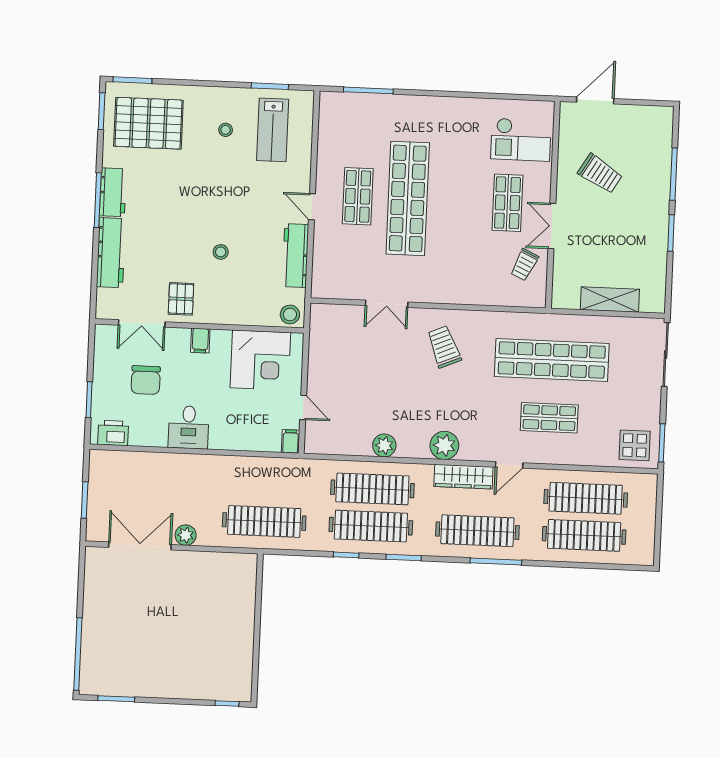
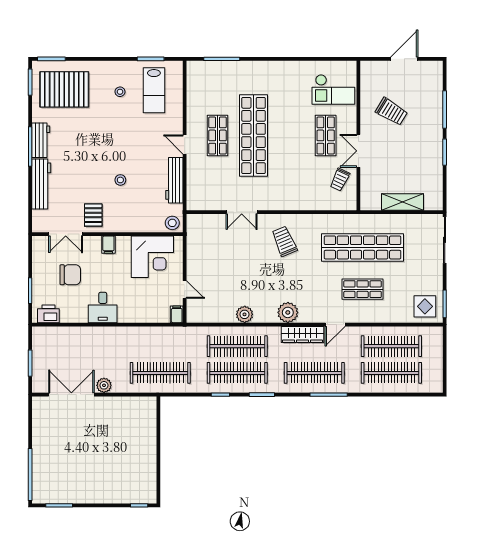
door: (595, 100) -> (404, 59), moved
chair: (146, 380) -> (70, 275), turned -90

